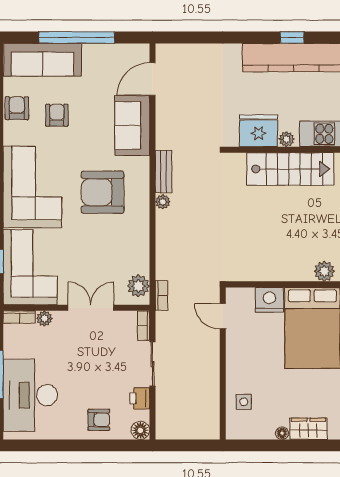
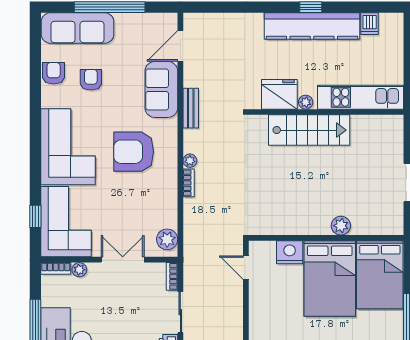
bench: (164, 172) -> (191, 108), moved
bookcase: (161, 295) -> (189, 183), moved

